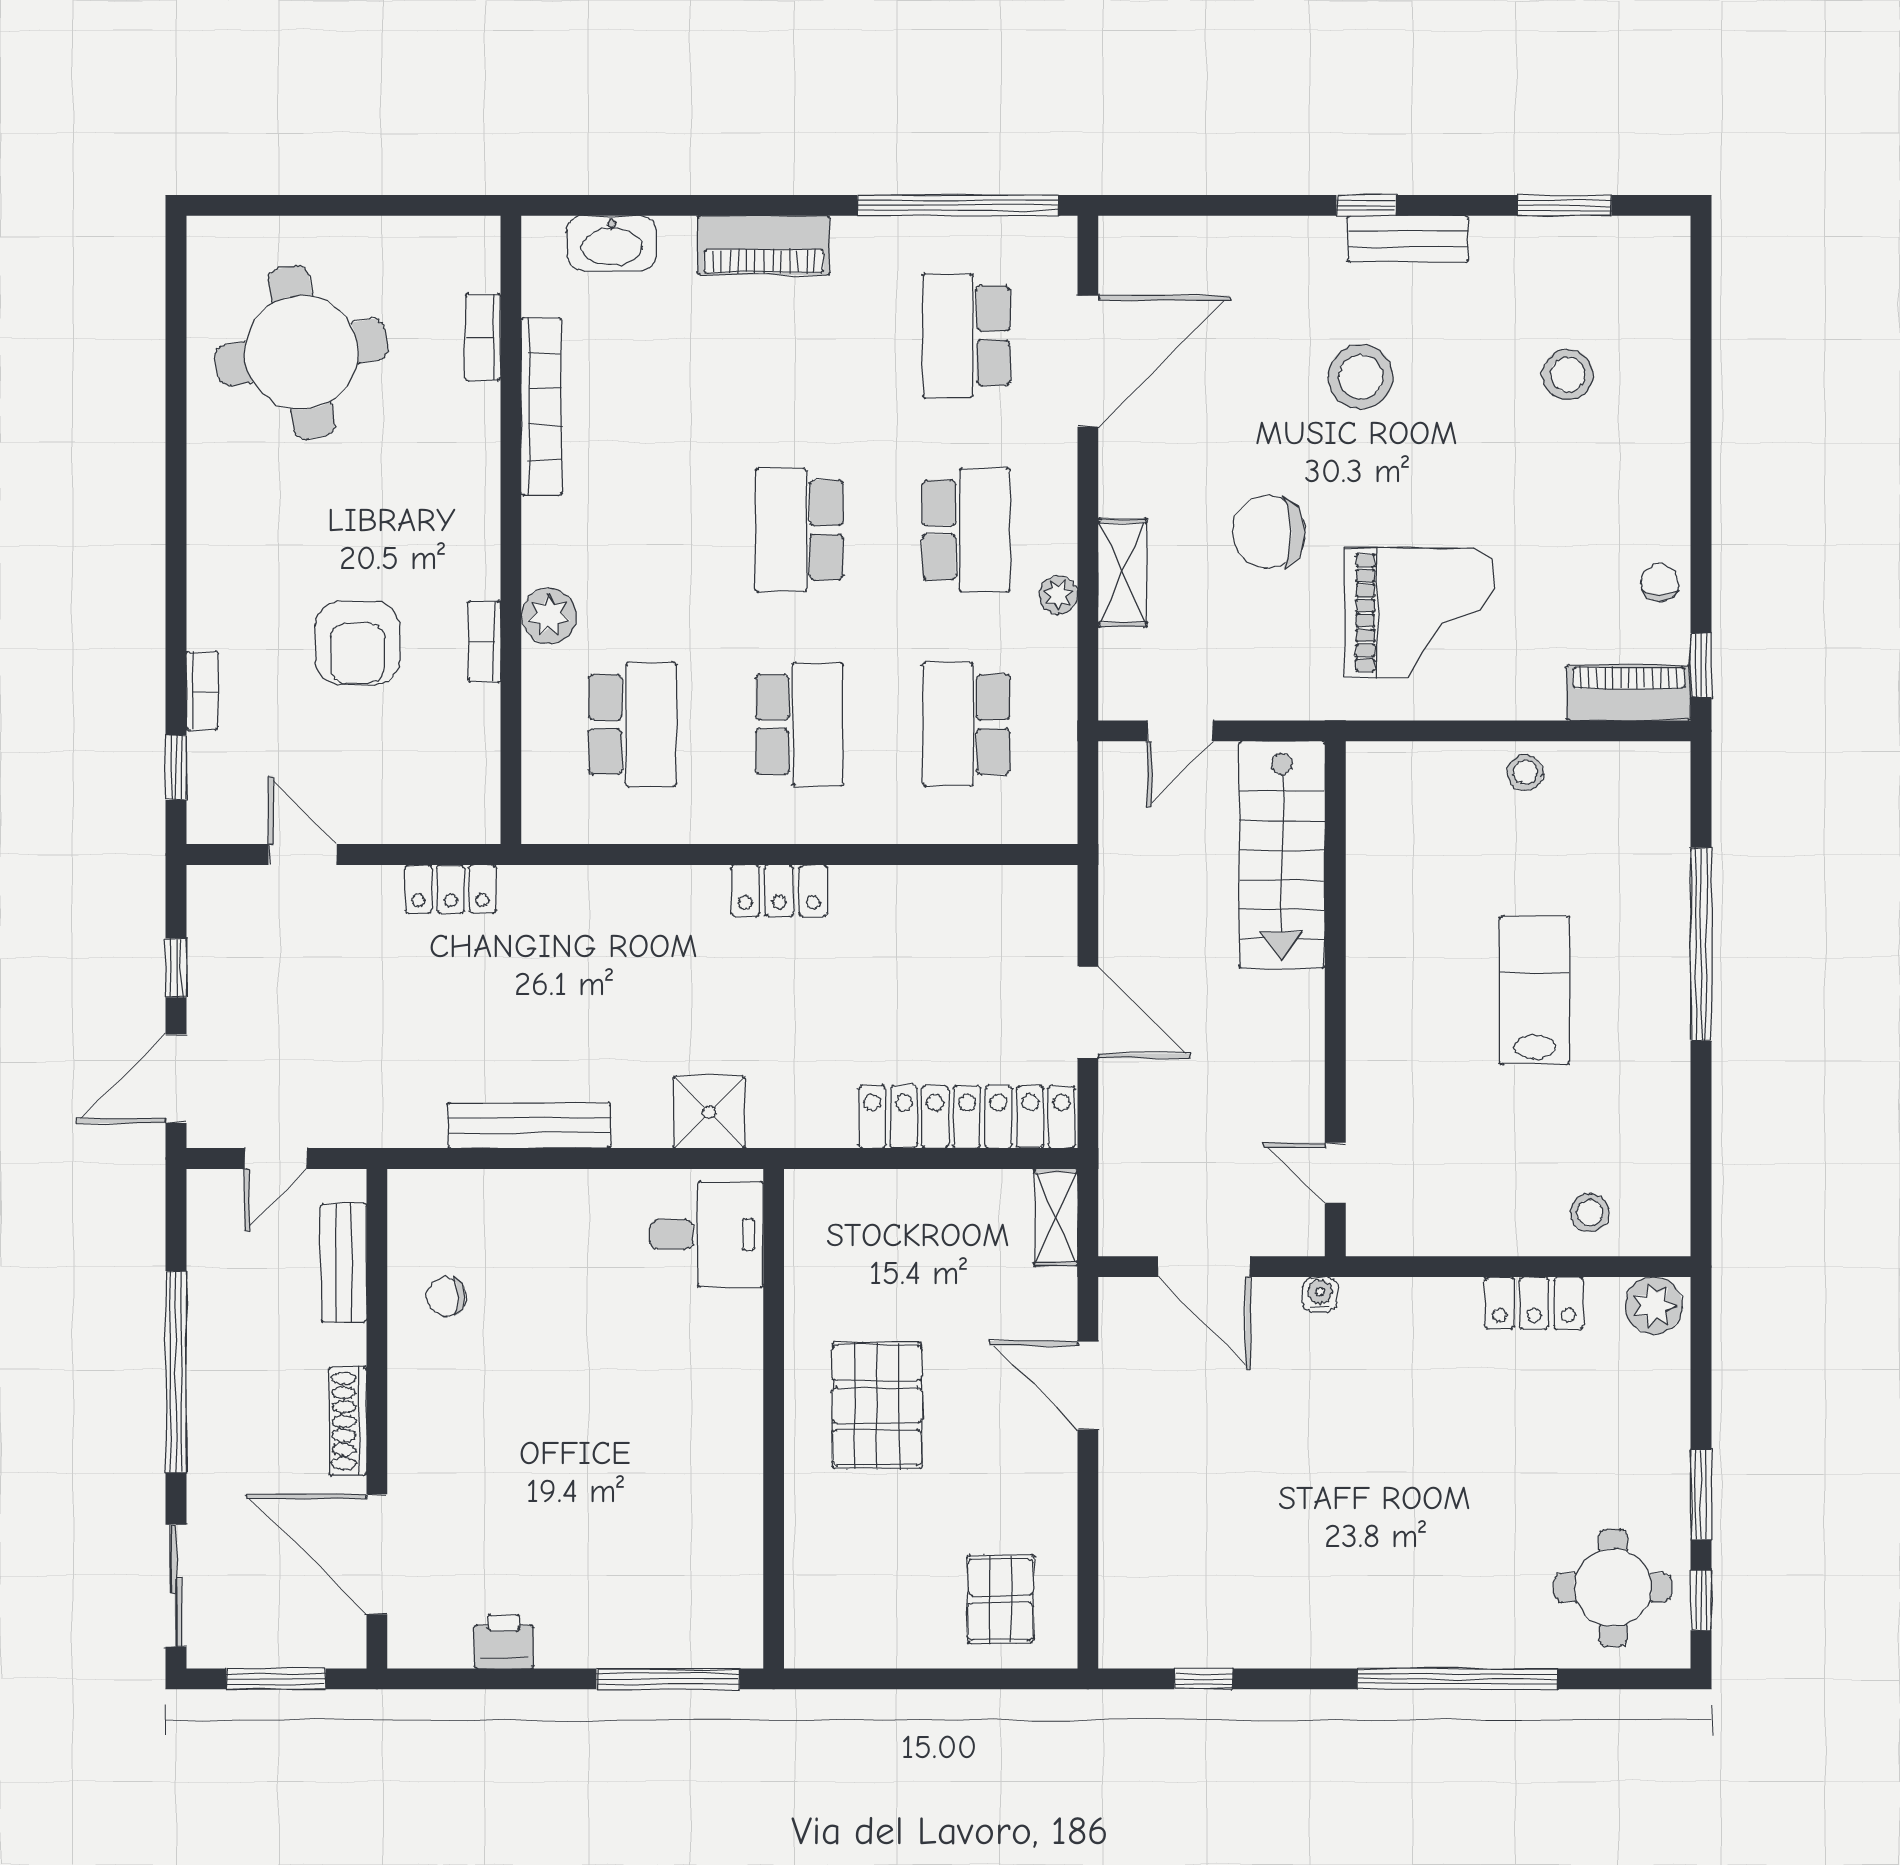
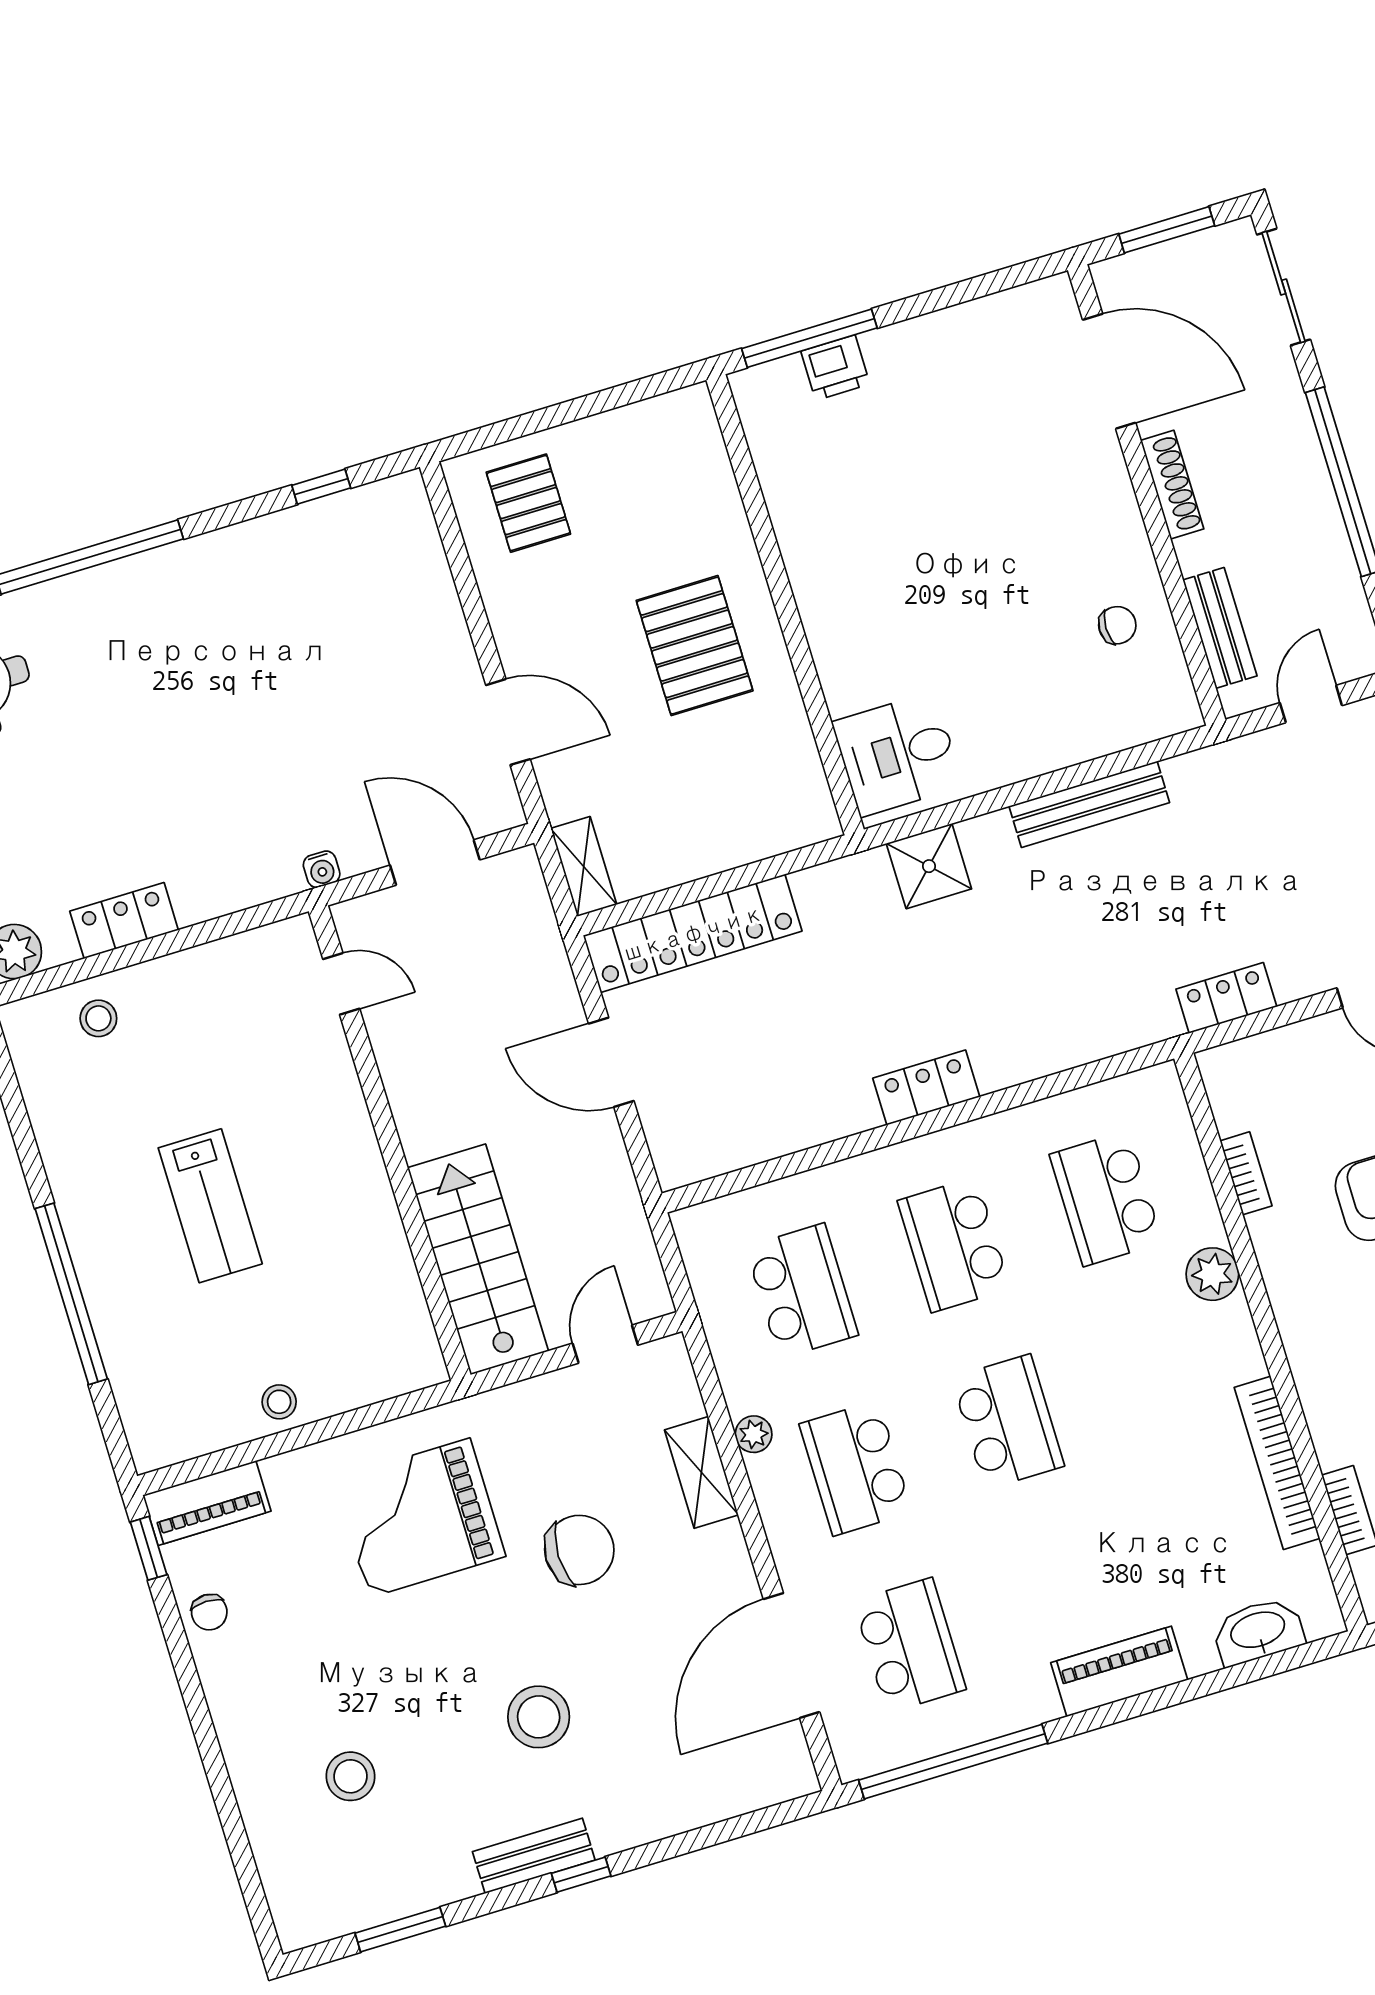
bookcase: (484, 641) -> (1246, 1173), moved
printer: (504, 1641) -> (835, 368), moved

